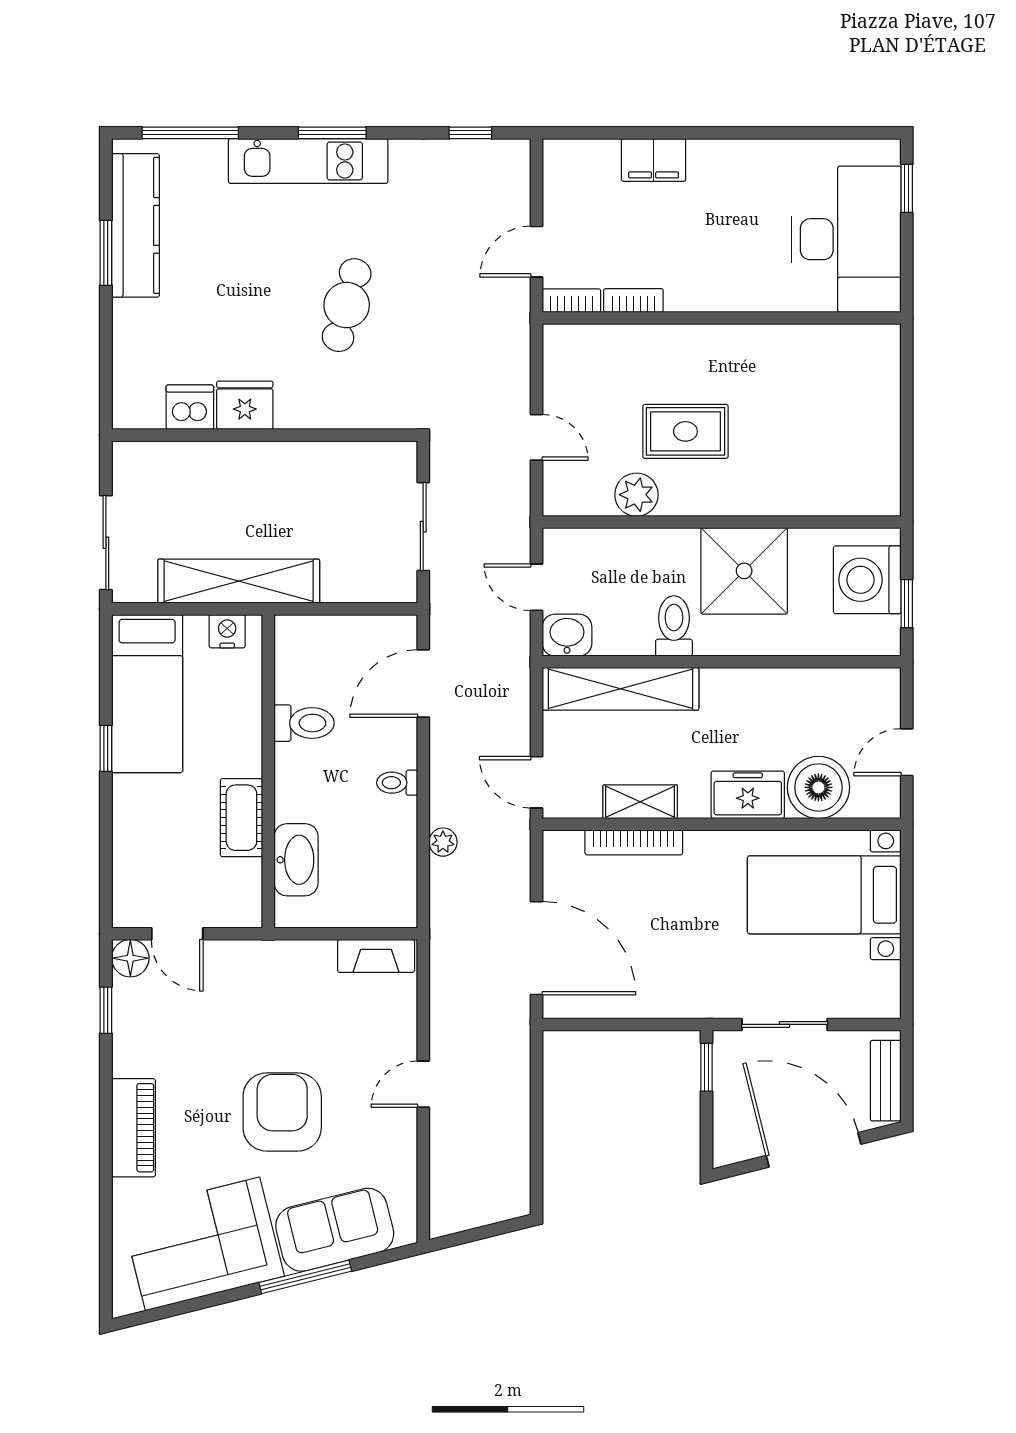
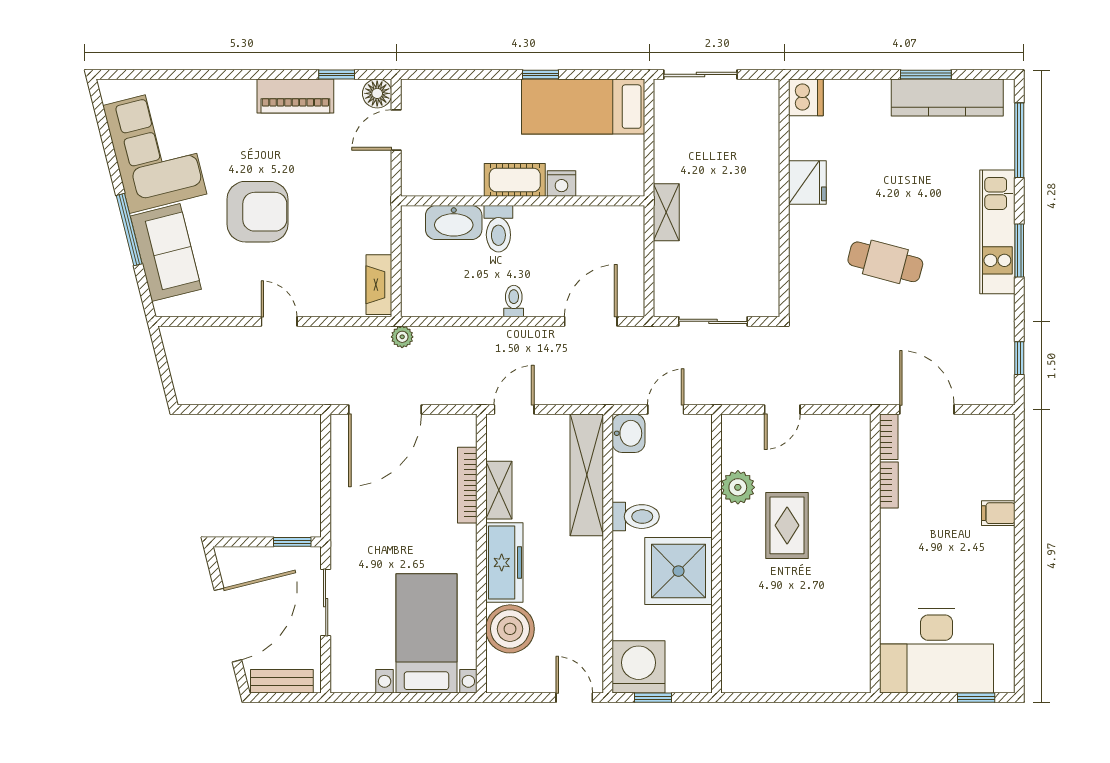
filing cabinet: (654, 160) -> (998, 513), width x0.50
door: (537, 252) -> (927, 410), width x1.38
dishwasher: (190, 407) -> (806, 97), moved
washing machine: (867, 580) -> (639, 667), moved
shelving: (239, 581) -> (666, 212), width x0.45, depth x0.75
nightstand: (227, 631) -> (561, 184), moved, turned 90
door: (423, 684) -> (591, 321), hinge flipped
toilet: (304, 723) -> (498, 229), moved
door: (907, 752) -> (574, 698), moved
freezer: (748, 795) -> (504, 563), width x1.40
cot: (241, 818) -> (515, 180), moved
plant: (443, 842) -> (402, 337), moved
piano: (133, 1128) -> (295, 96), moved

